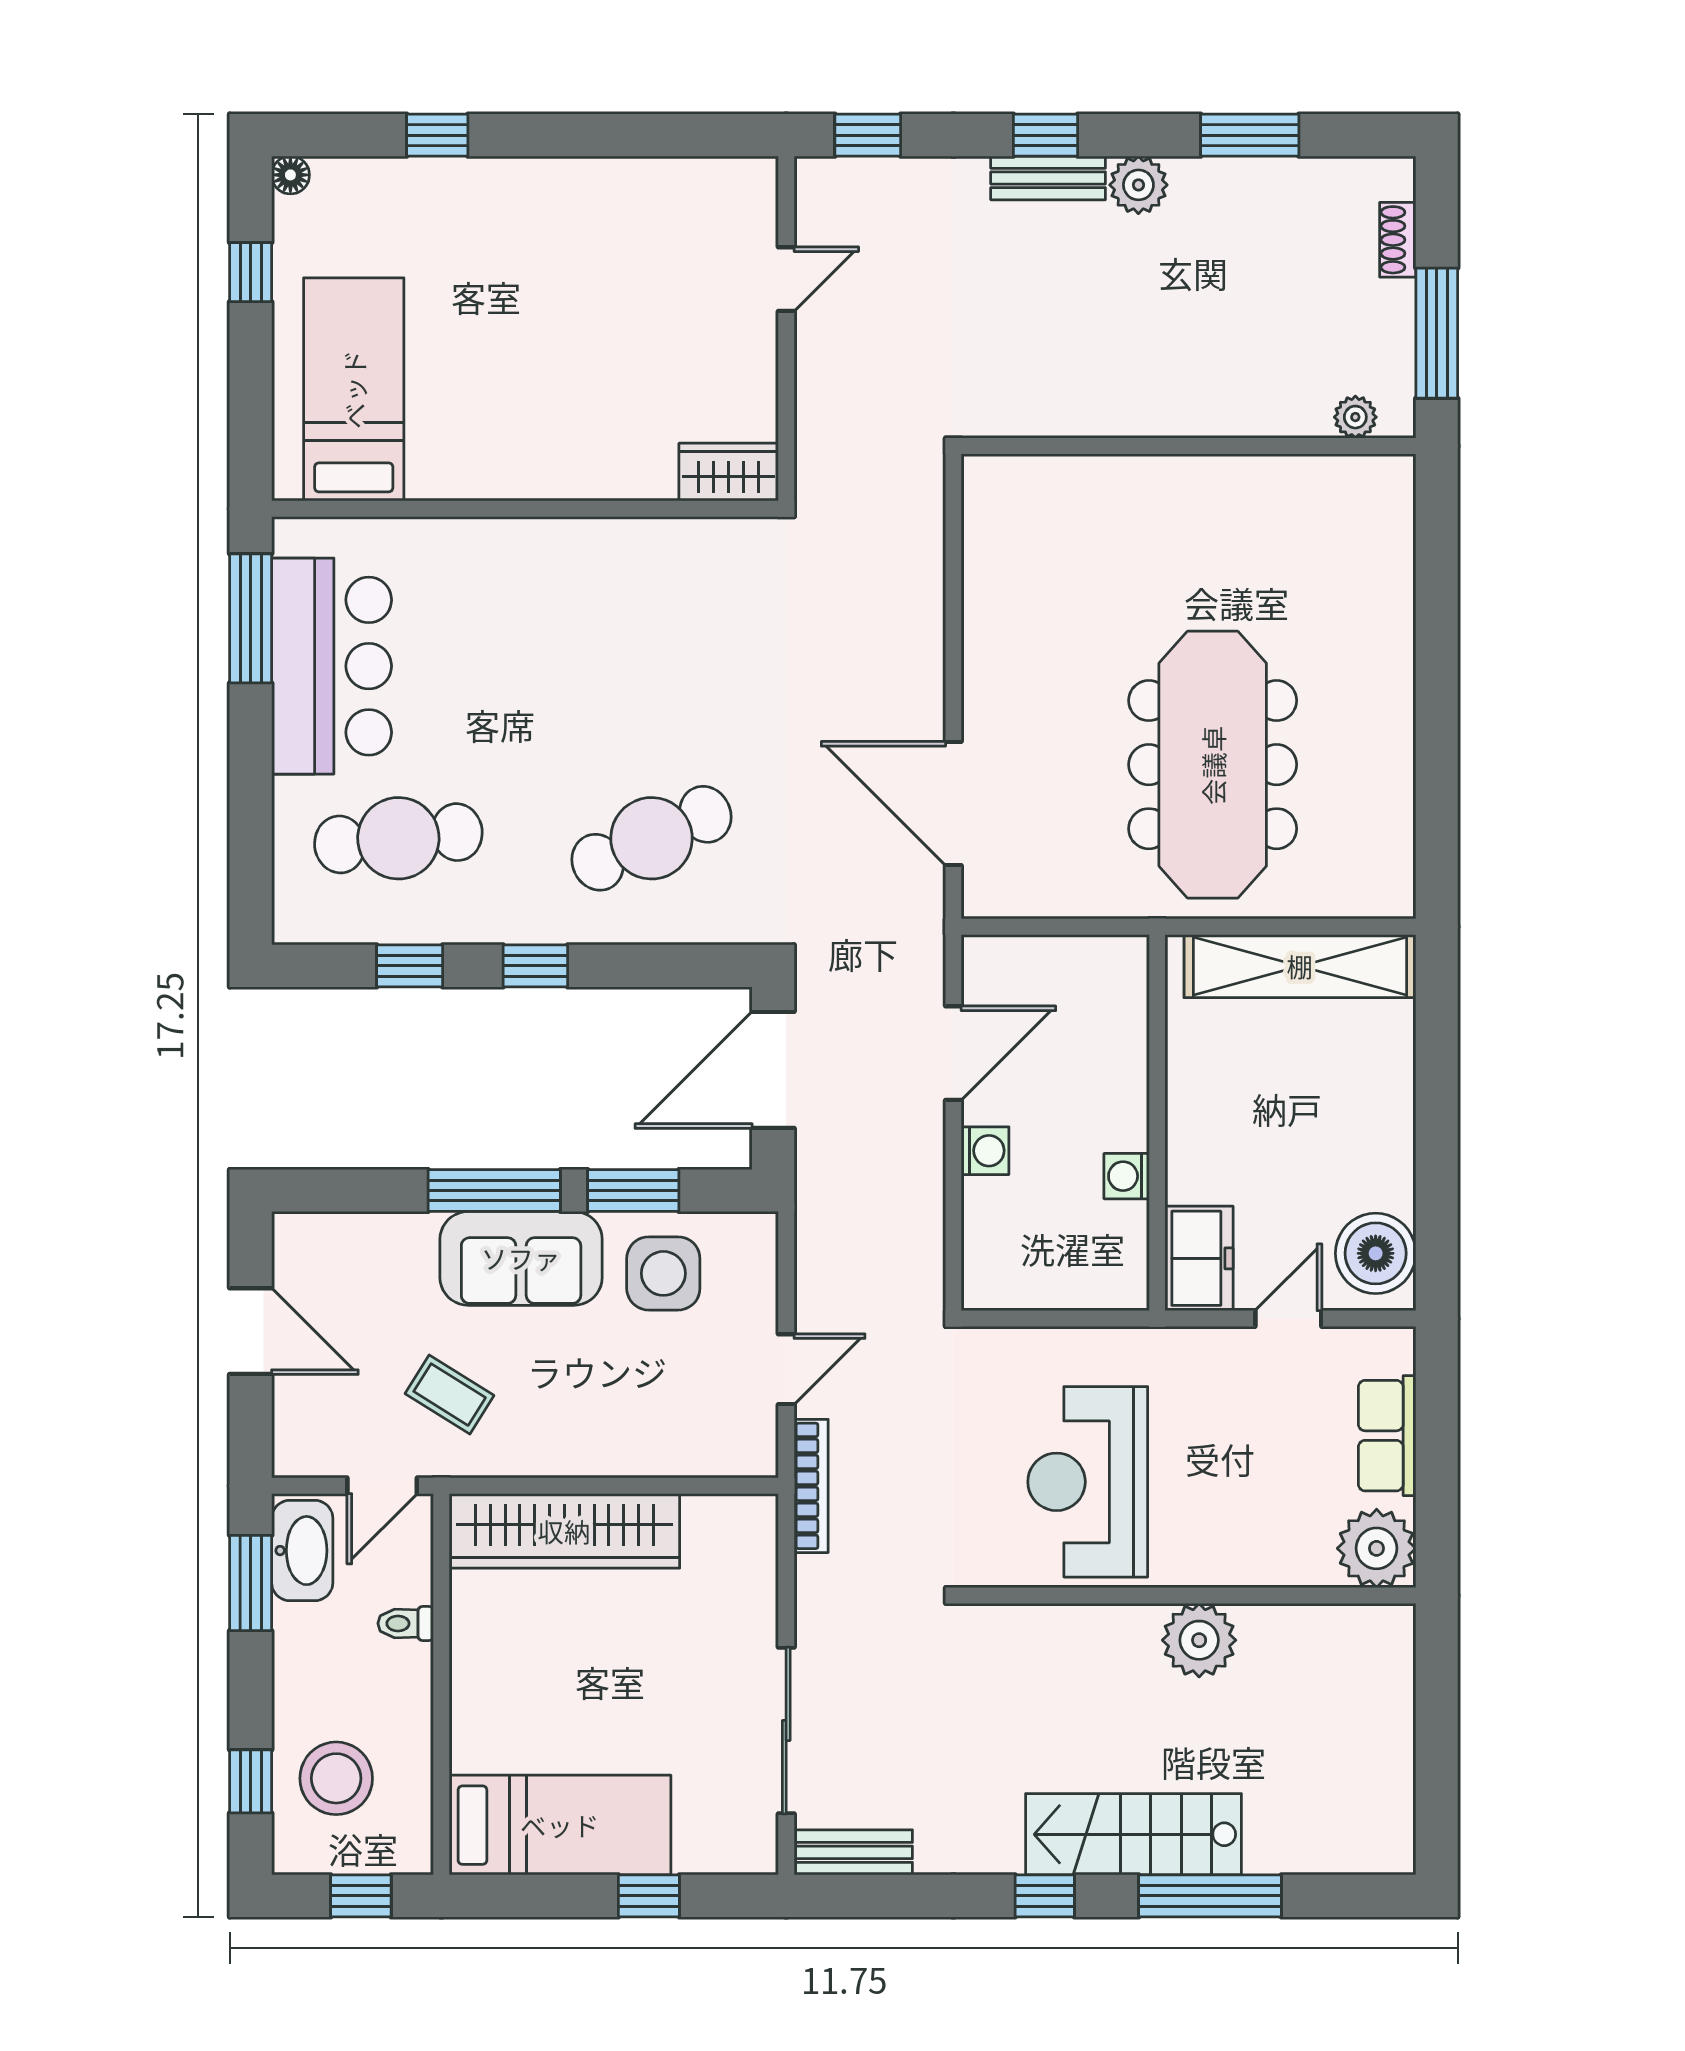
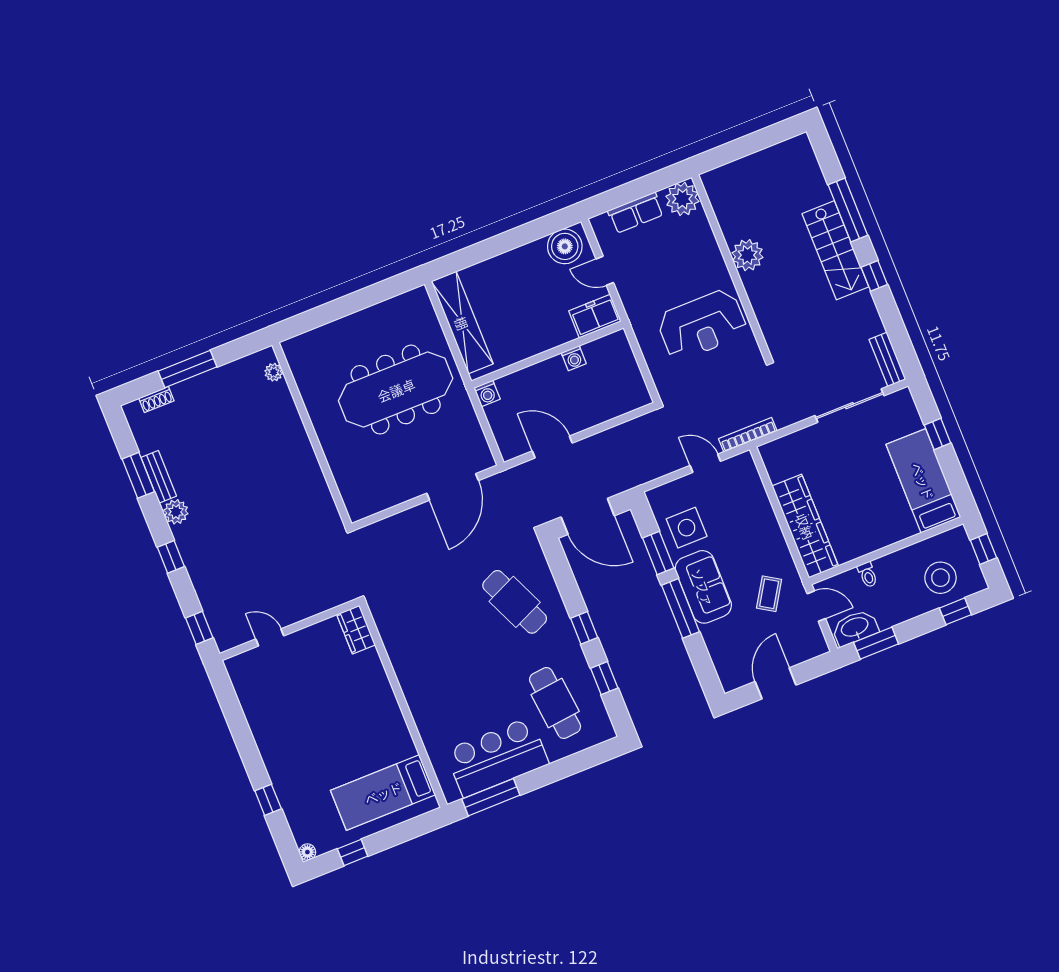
bench: (1048, 178) -> (159, 477), moved
plant: (1355, 417) -> (274, 372), moved
wall: (1188, 446) -> (312, 434), moved
washing machine: (985, 1151) -> (487, 393), moved, turned 180

